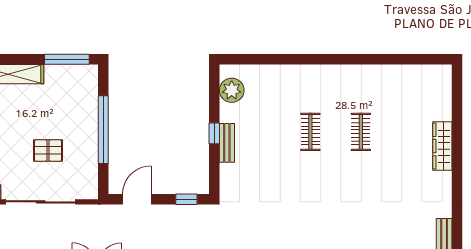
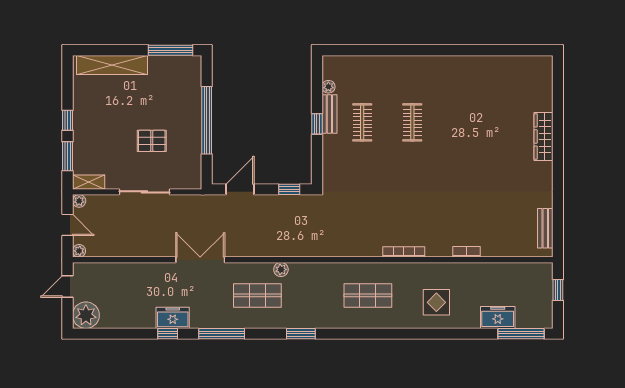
plant: (232, 90) -> (328, 87), width x0.53, depth x0.53
clothes rail: (361, 132) -> (362, 122), moved
bench: (227, 143) -> (329, 114), moved
sliding door: (41, 202) -> (144, 192), width x0.73

